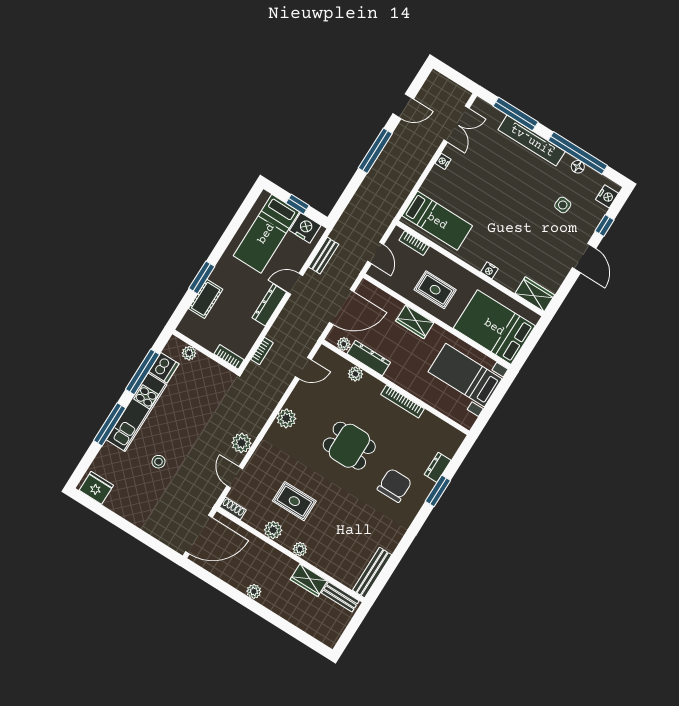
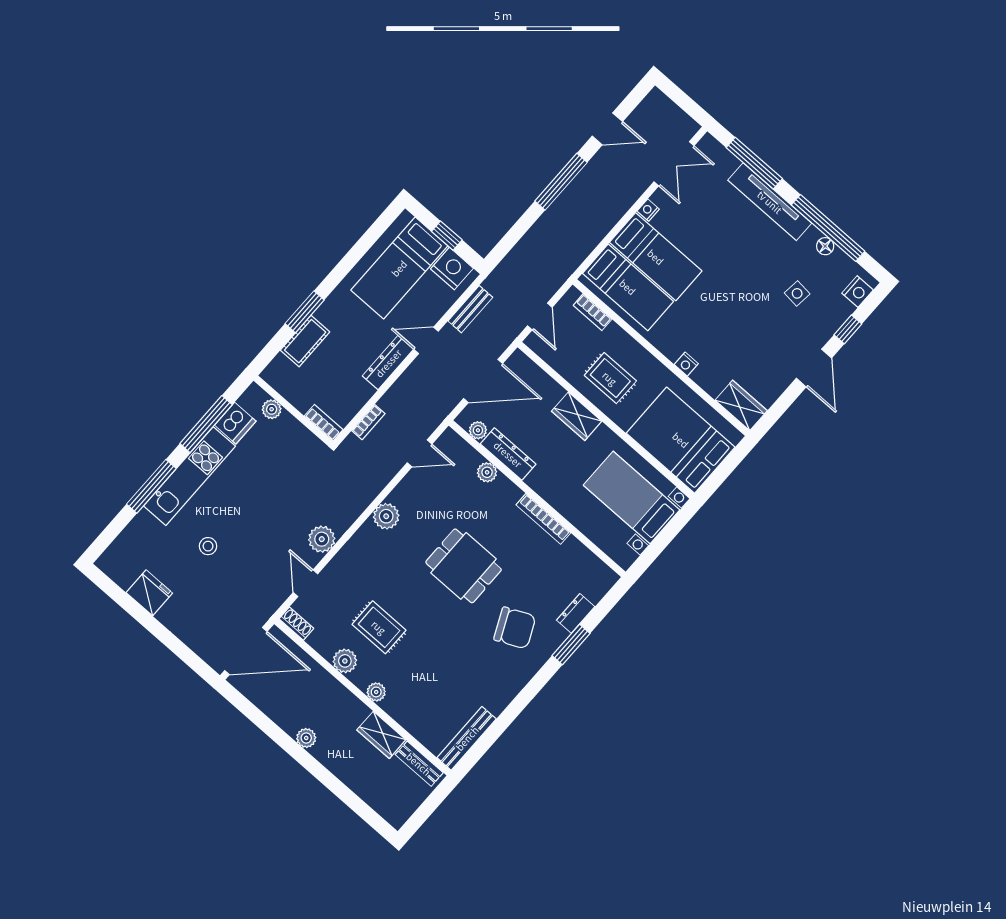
bed: (454, 195) -> (656, 257), added
chair: (395, 485) -> (515, 628), turned 65
fridge: (96, 488) -> (149, 593), moved

